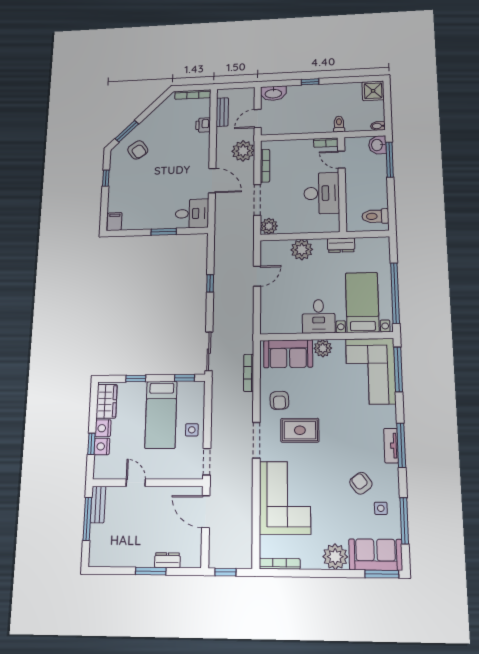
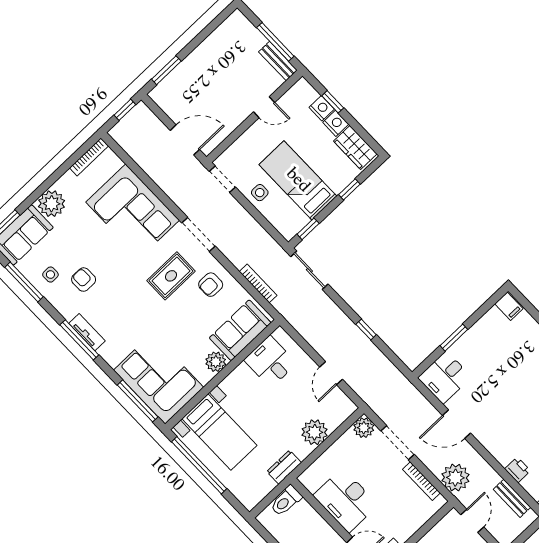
toilet: (375, 216) -> (286, 501), moved, turned 180
desk: (319, 316) -> (270, 362), moved
armchair: (279, 400) -> (211, 285), turned -88
armchair: (361, 483) -> (84, 280), turned -143
dresser: (167, 560) -> (179, 74), removed
window: (151, 571) -> (166, 70), moved

